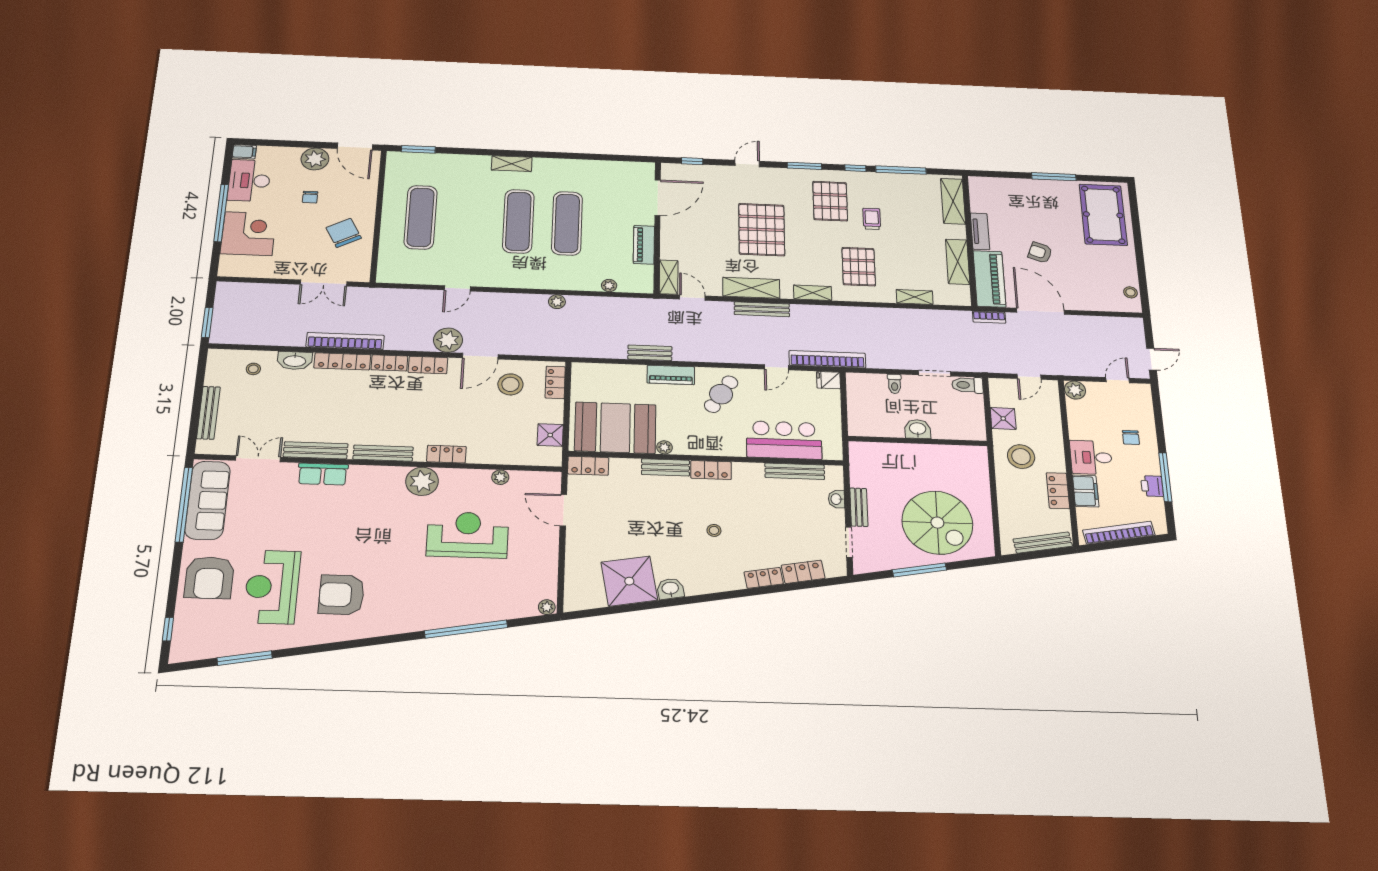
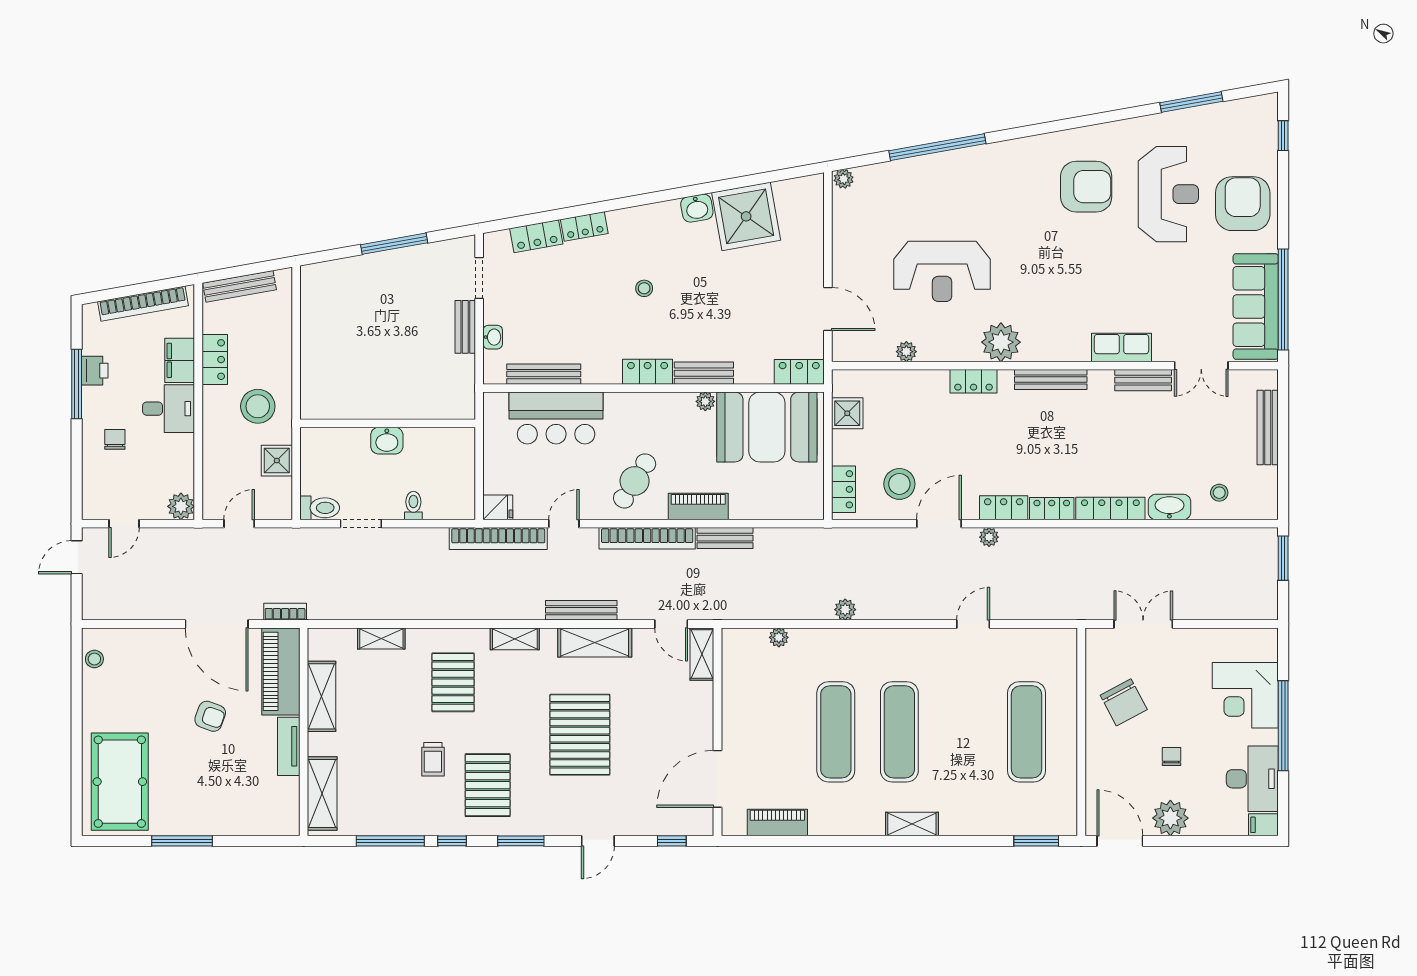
piano: (644, 245) -> (777, 823), moved, turned -90
plant: (448, 340) -> (989, 537), width x0.53, depth x0.53
bookcase: (345, 341) -> (647, 538), moved
bench: (316, 450) -> (1143, 380), width x0.73
spiral stairs: (937, 523) -> (369, 309), removed

